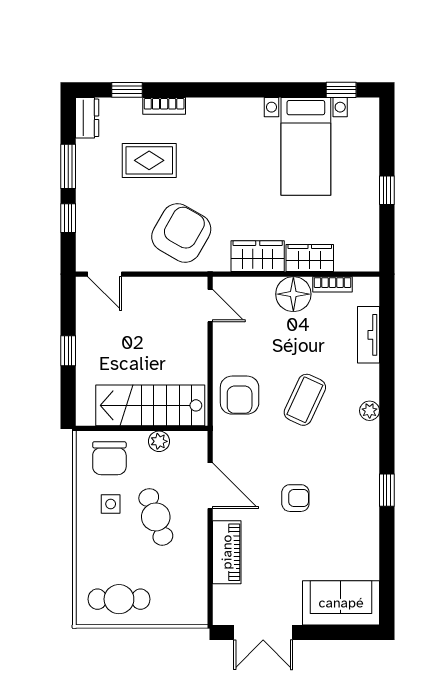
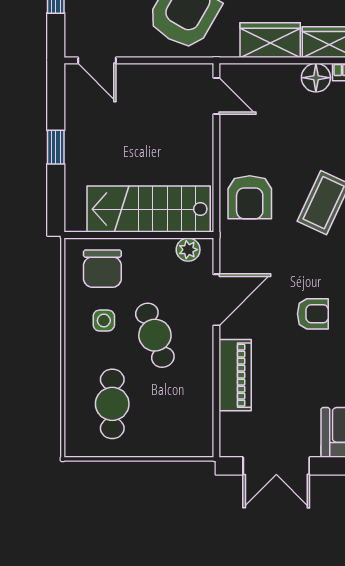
floor lamp: (293, 294) -> (316, 78), width x0.73, depth x0.73
plant: (159, 441) -> (188, 250), moved
door: (210, 486) -> (216, 300), hinge flipped
cafe table: (119, 599) -> (112, 404), moved, turned 90

